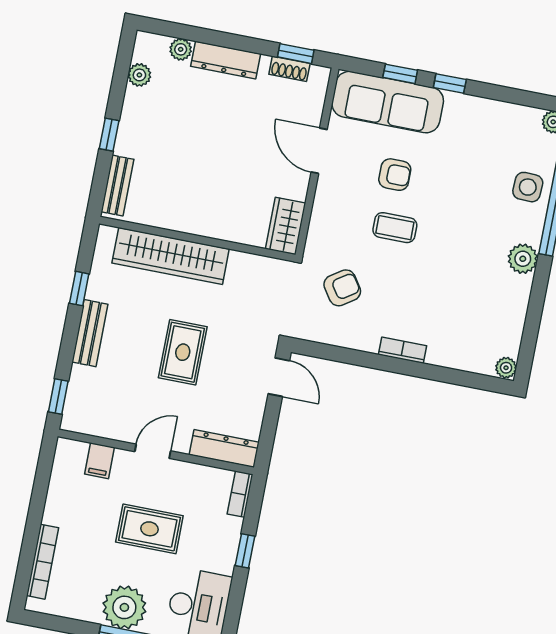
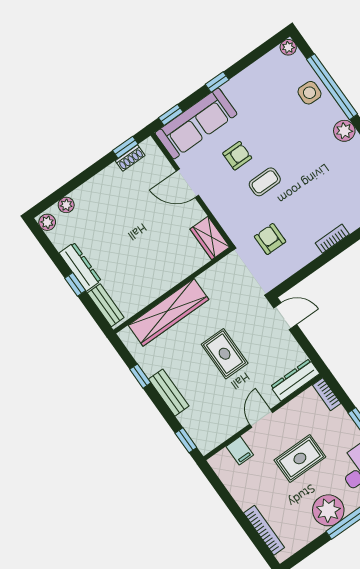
dresser: (226, 60) -> (80, 267), moved, turned -90
window: (400, 74) -> (171, 115), moved
plant: (139, 75) -> (47, 222), moved
armchair: (342, 288) -> (270, 239), turned -56

